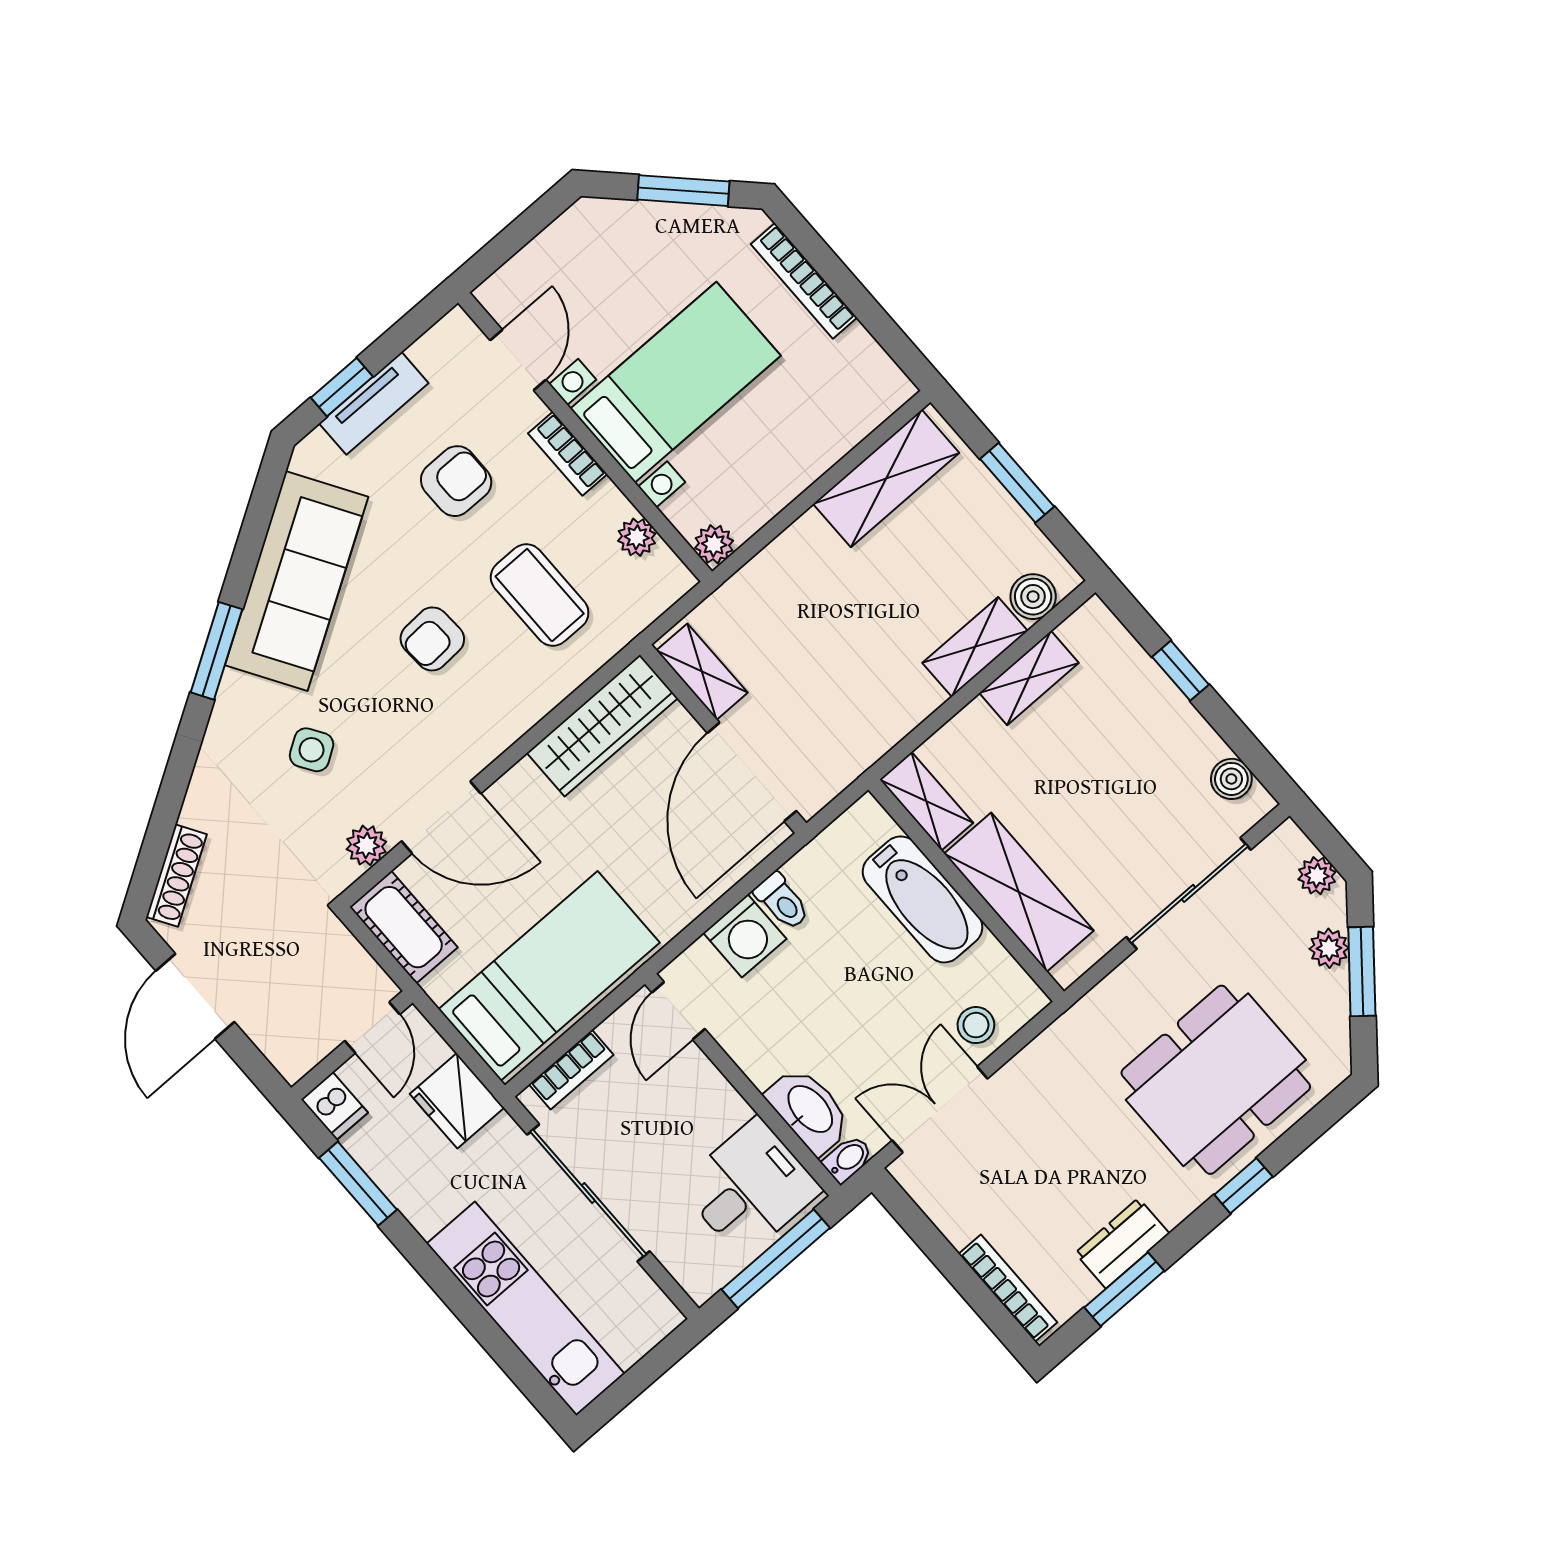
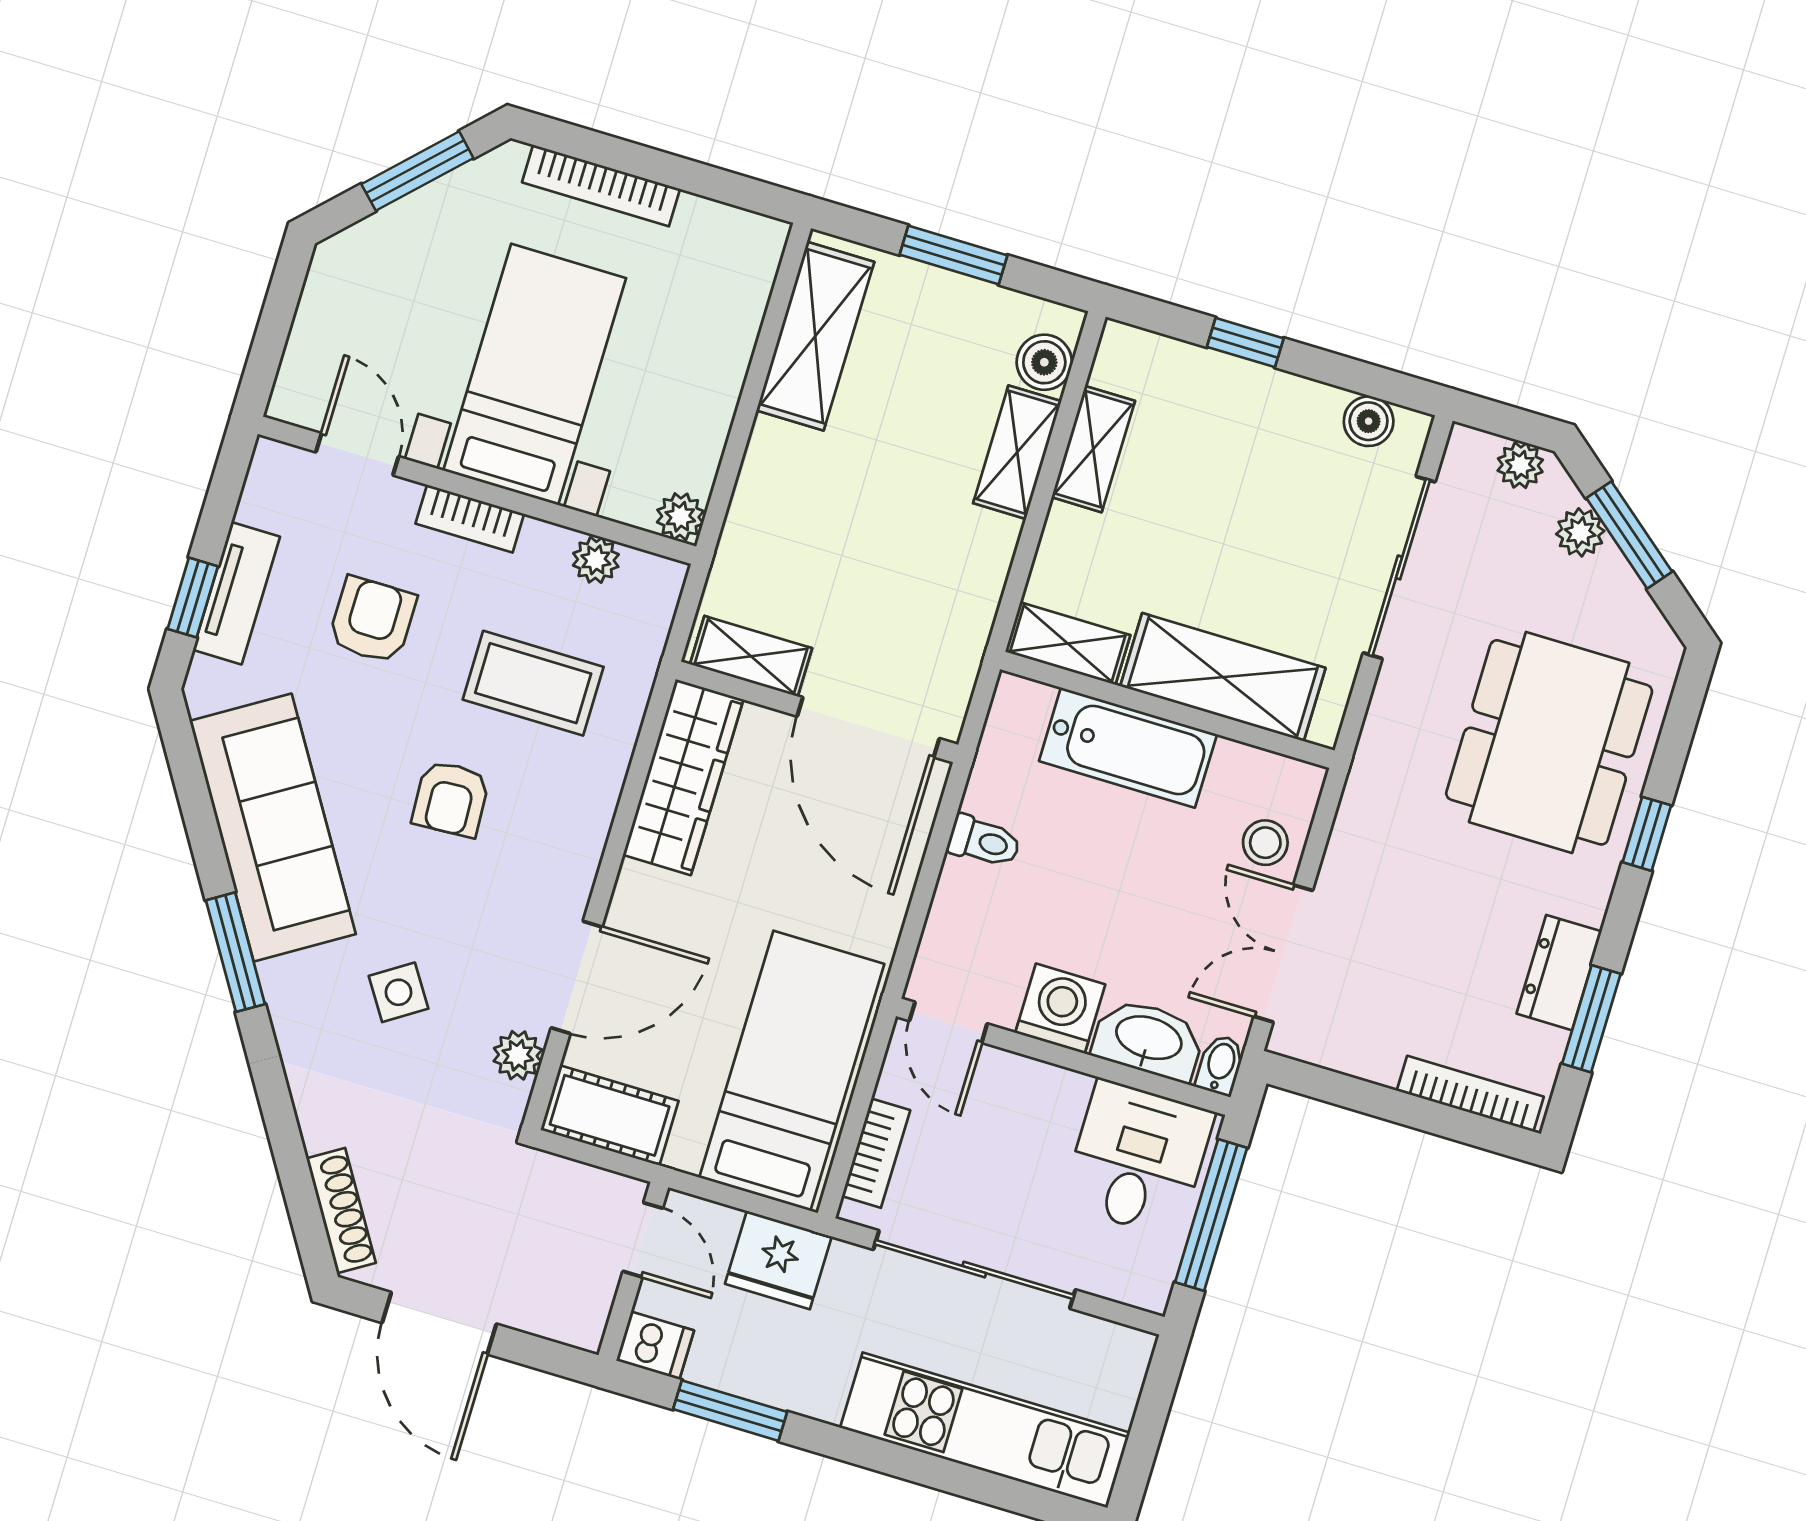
washing machine: (745, 936) -> (1060, 1009), moved, turned -90

